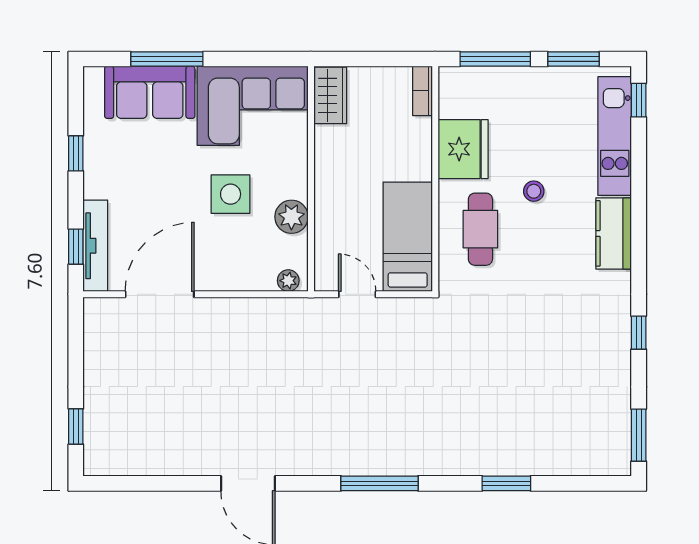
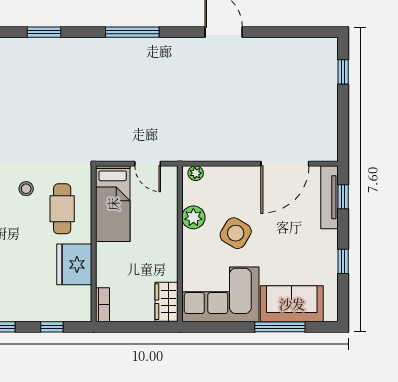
window: (495, 59) -> (52, 327), width x0.46
stool: (534, 191) -> (26, 189), moved
side table: (231, 194) -> (236, 233), turned 31

